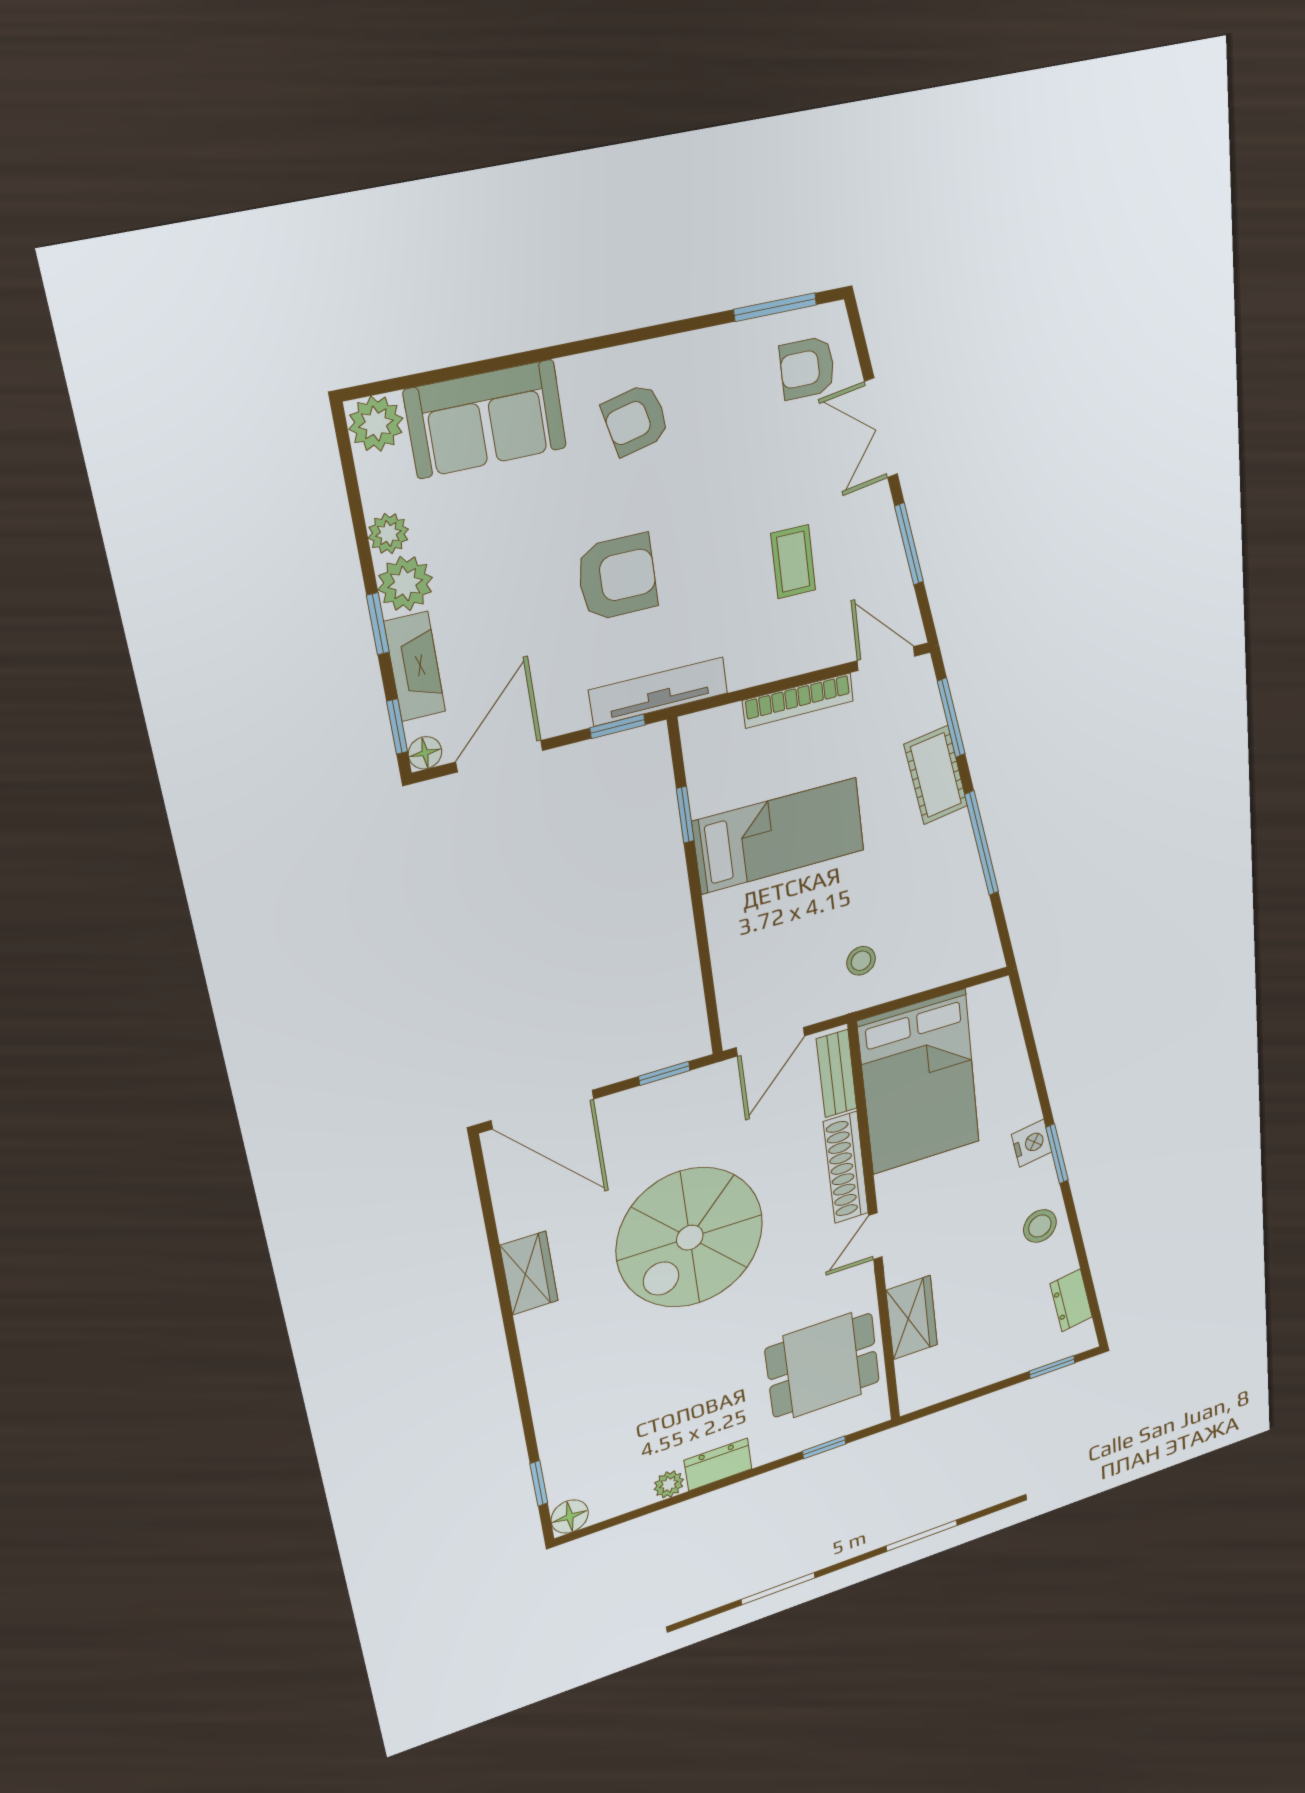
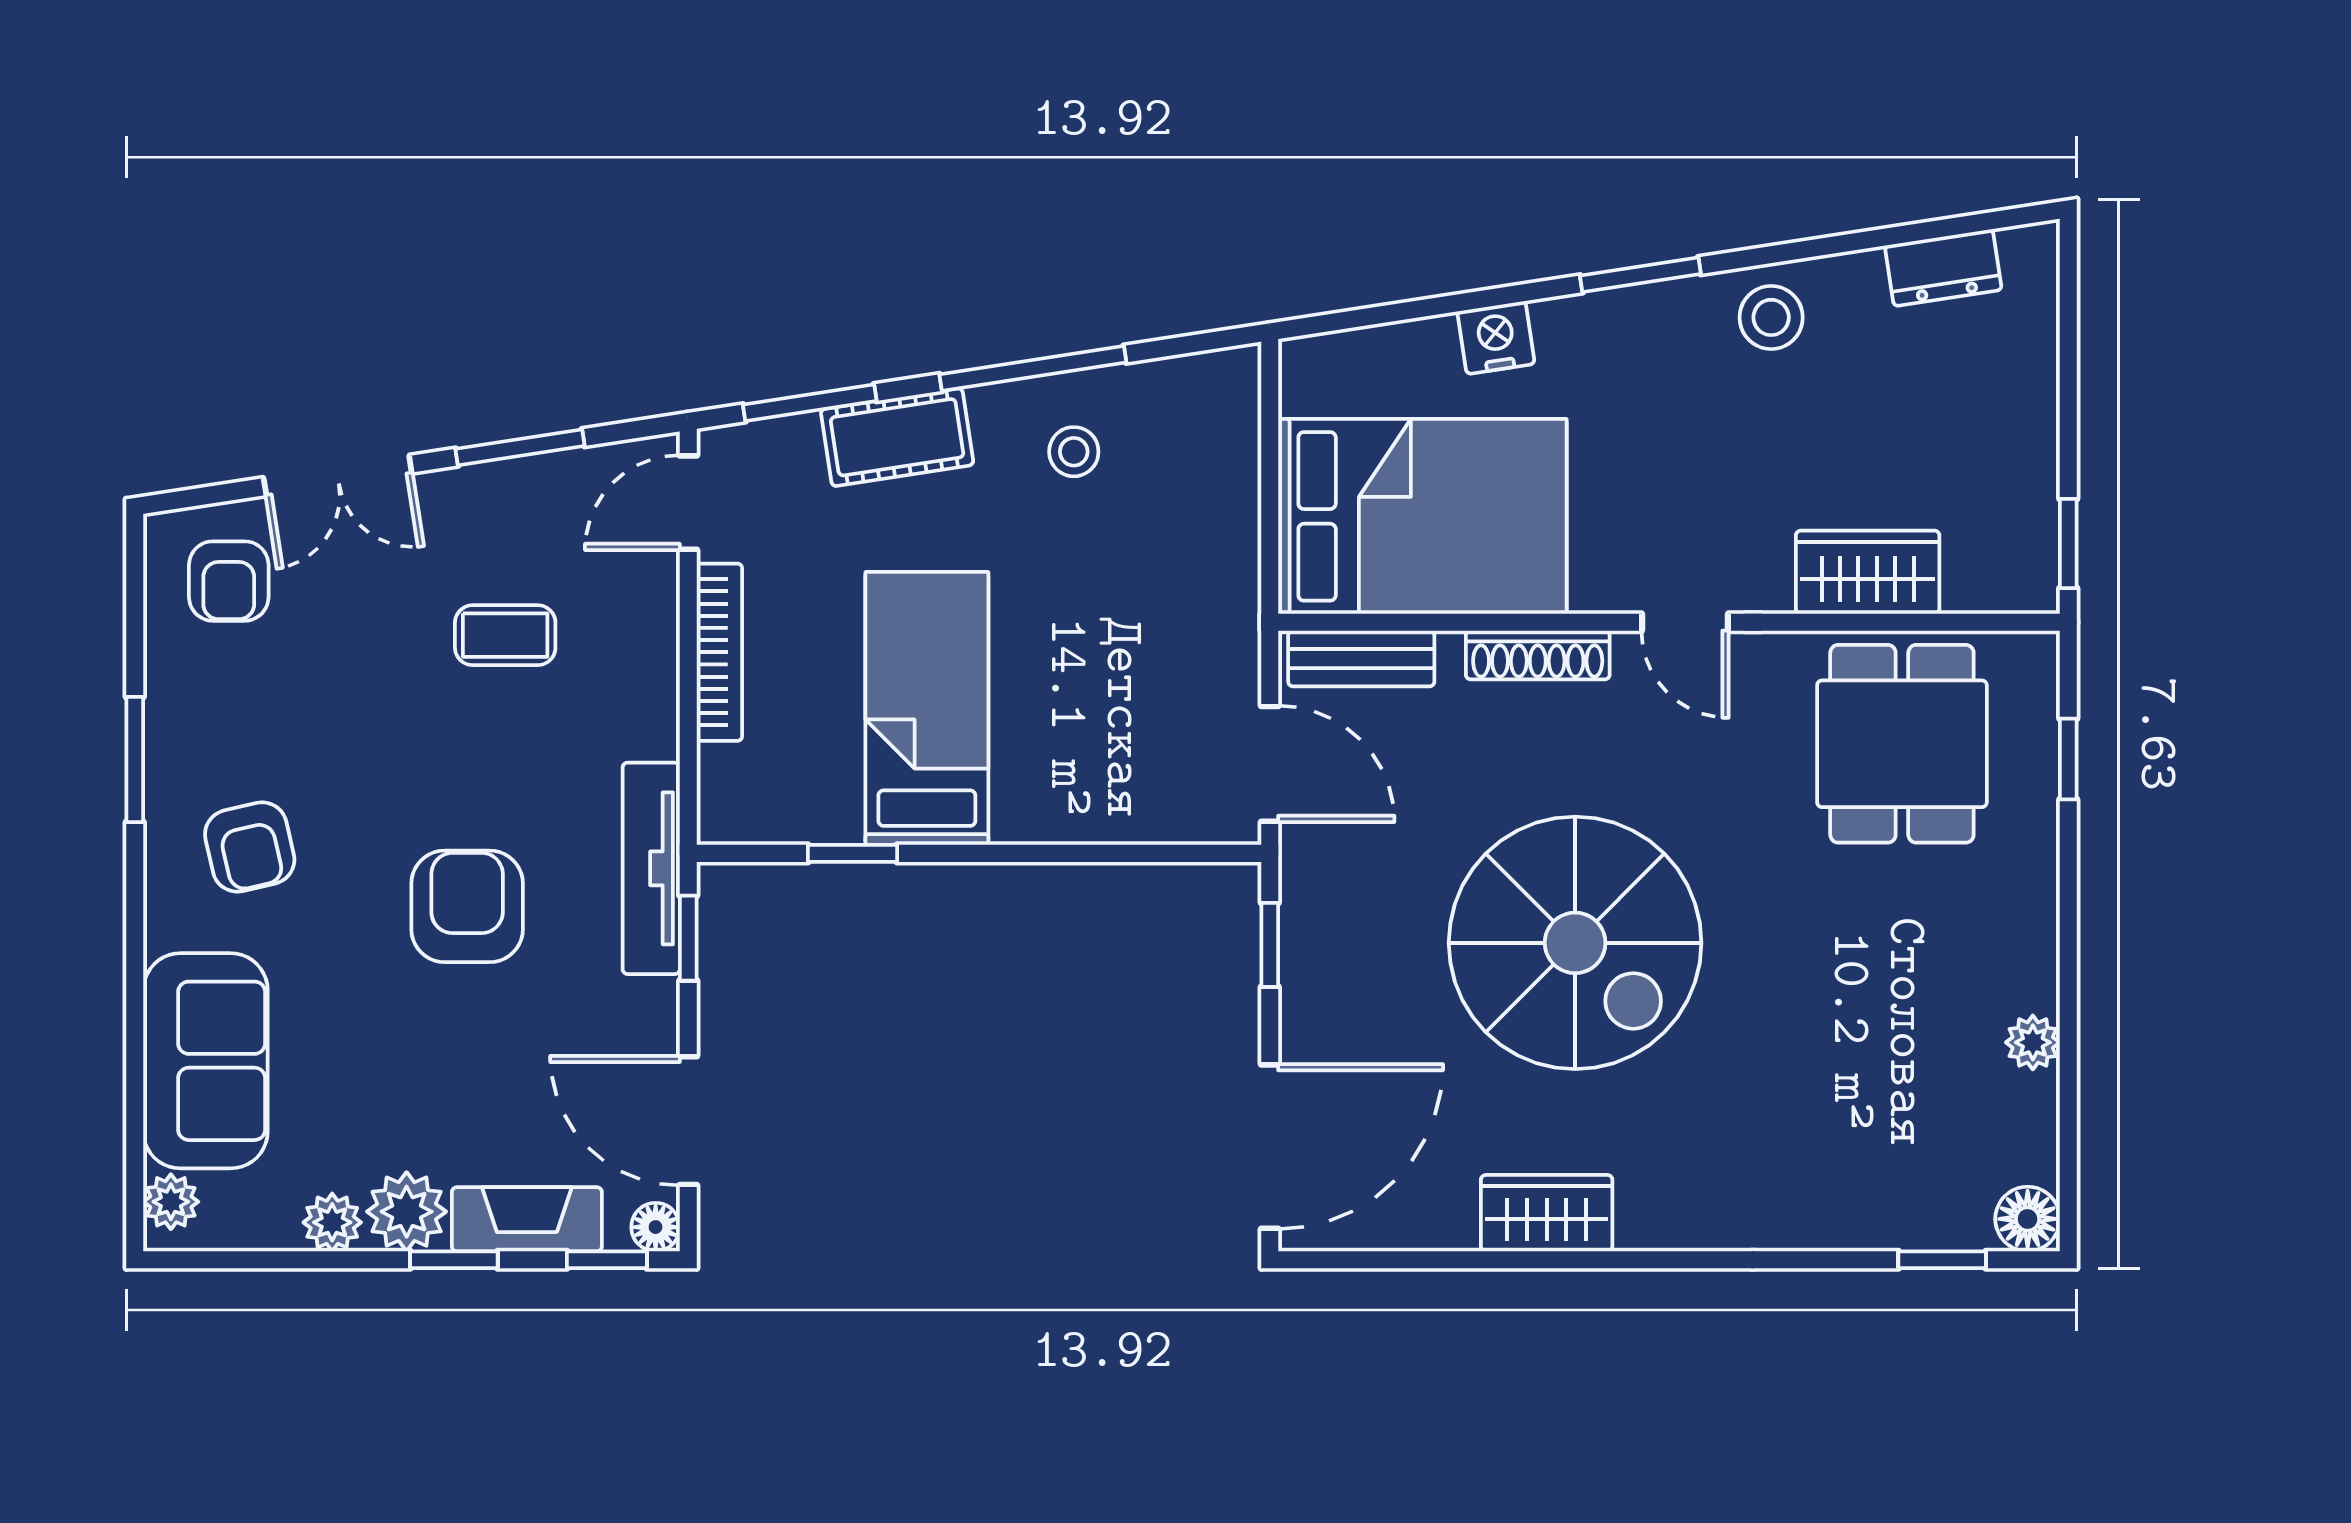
window: (775, 307) -> (135, 759), moved
plant: (376, 424) -> (171, 1202), width x0.73, depth x0.73
stool: (861, 961) -> (1074, 452), moved
nightstand: (1032, 1143) -> (1496, 338), moved
shoe rack: (846, 1168) -> (1538, 655), width x0.74, depth x0.81
window: (1052, 1367) -> (2068, 543), moved
dresser: (718, 1464) -> (2027, 952), removed

